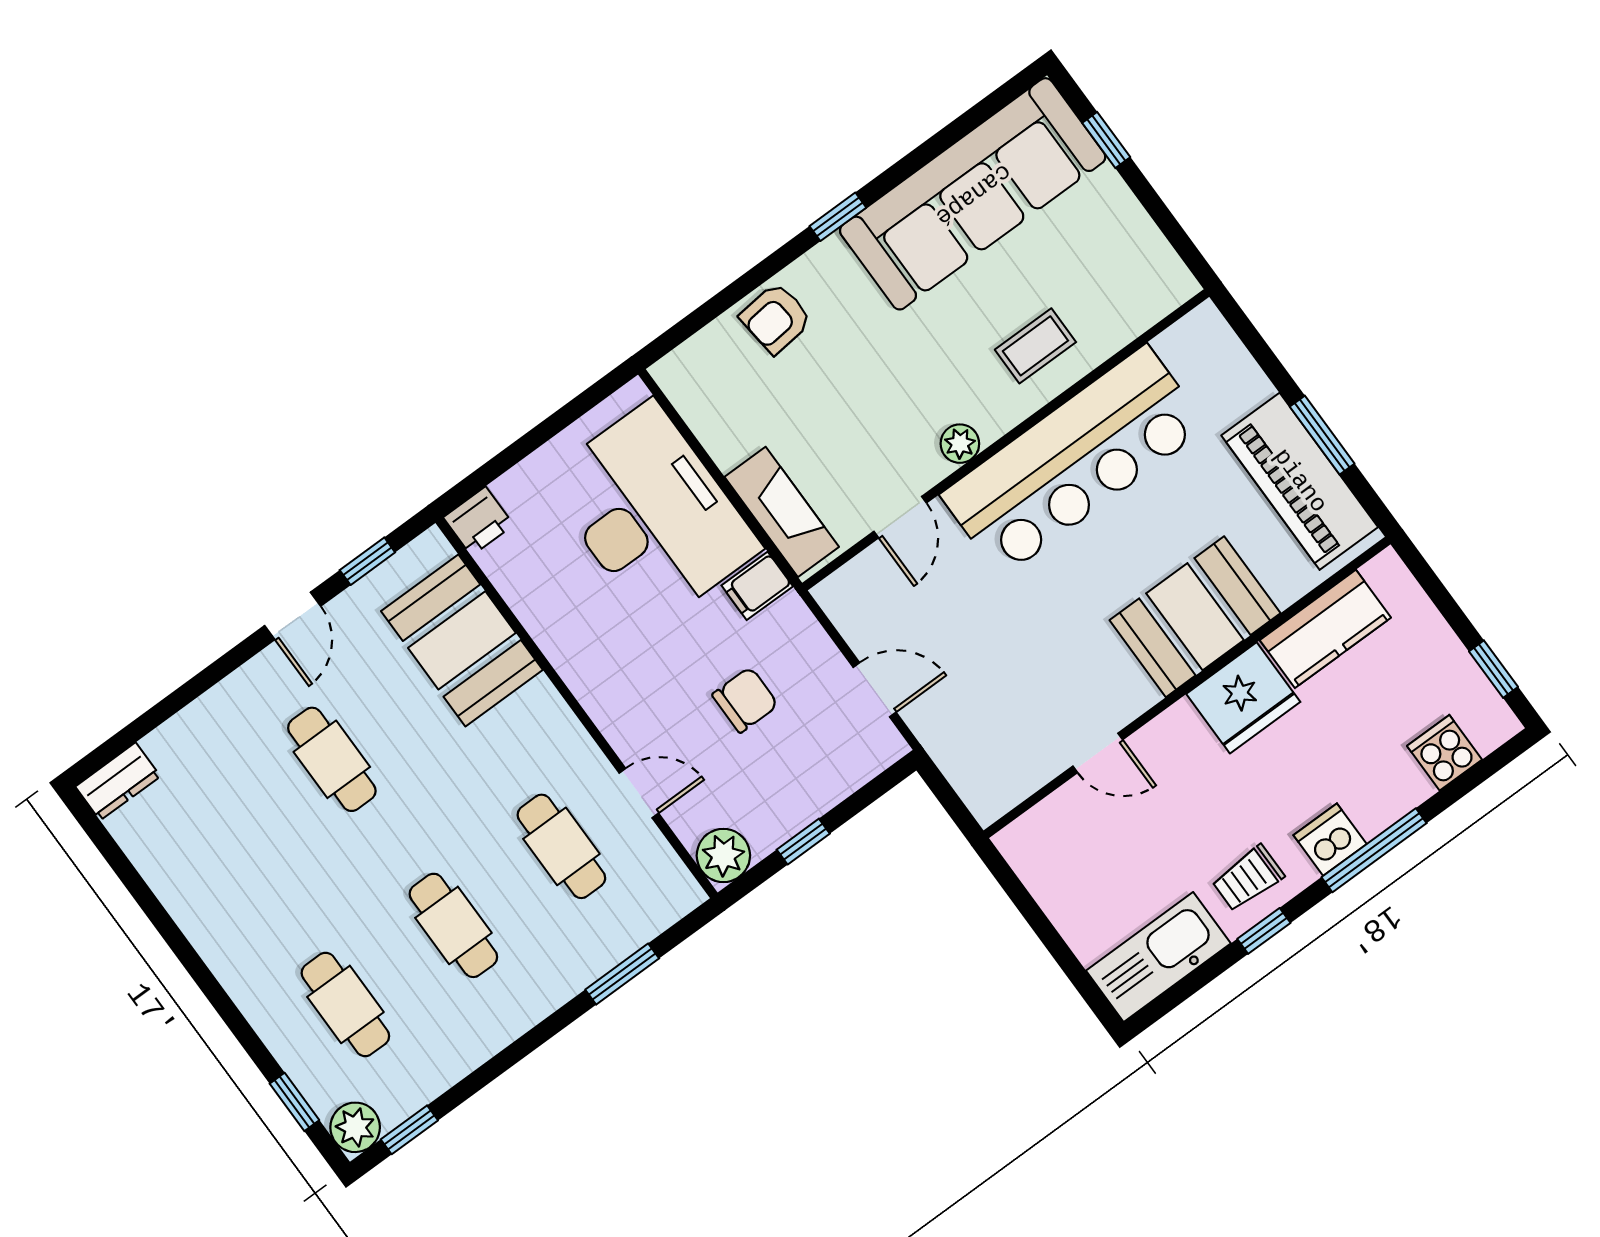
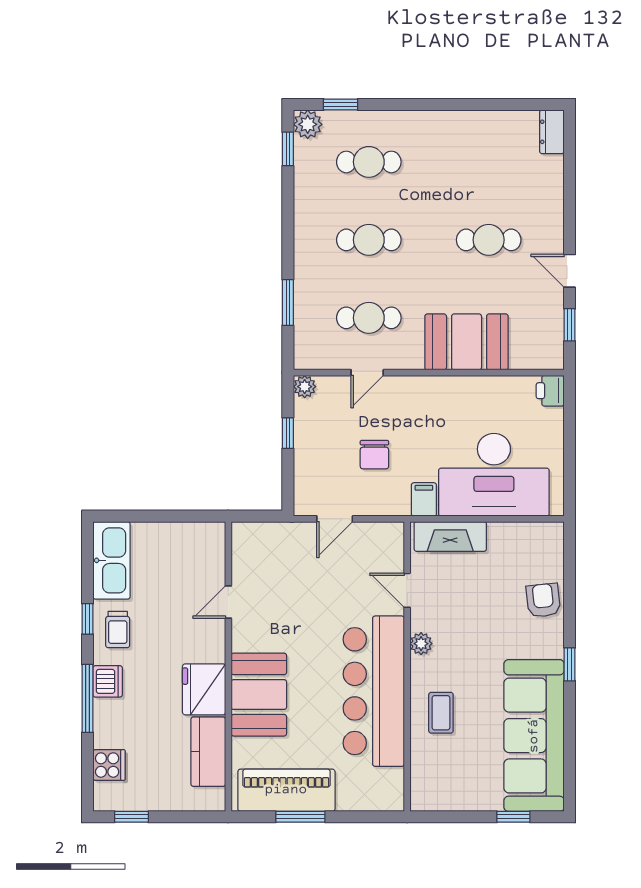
booth: (462, 640) -> (467, 342), moved
plant: (723, 855) -> (305, 387), width x0.73, depth x0.73
trolley: (1248, 878) -> (118, 630), turned 180

